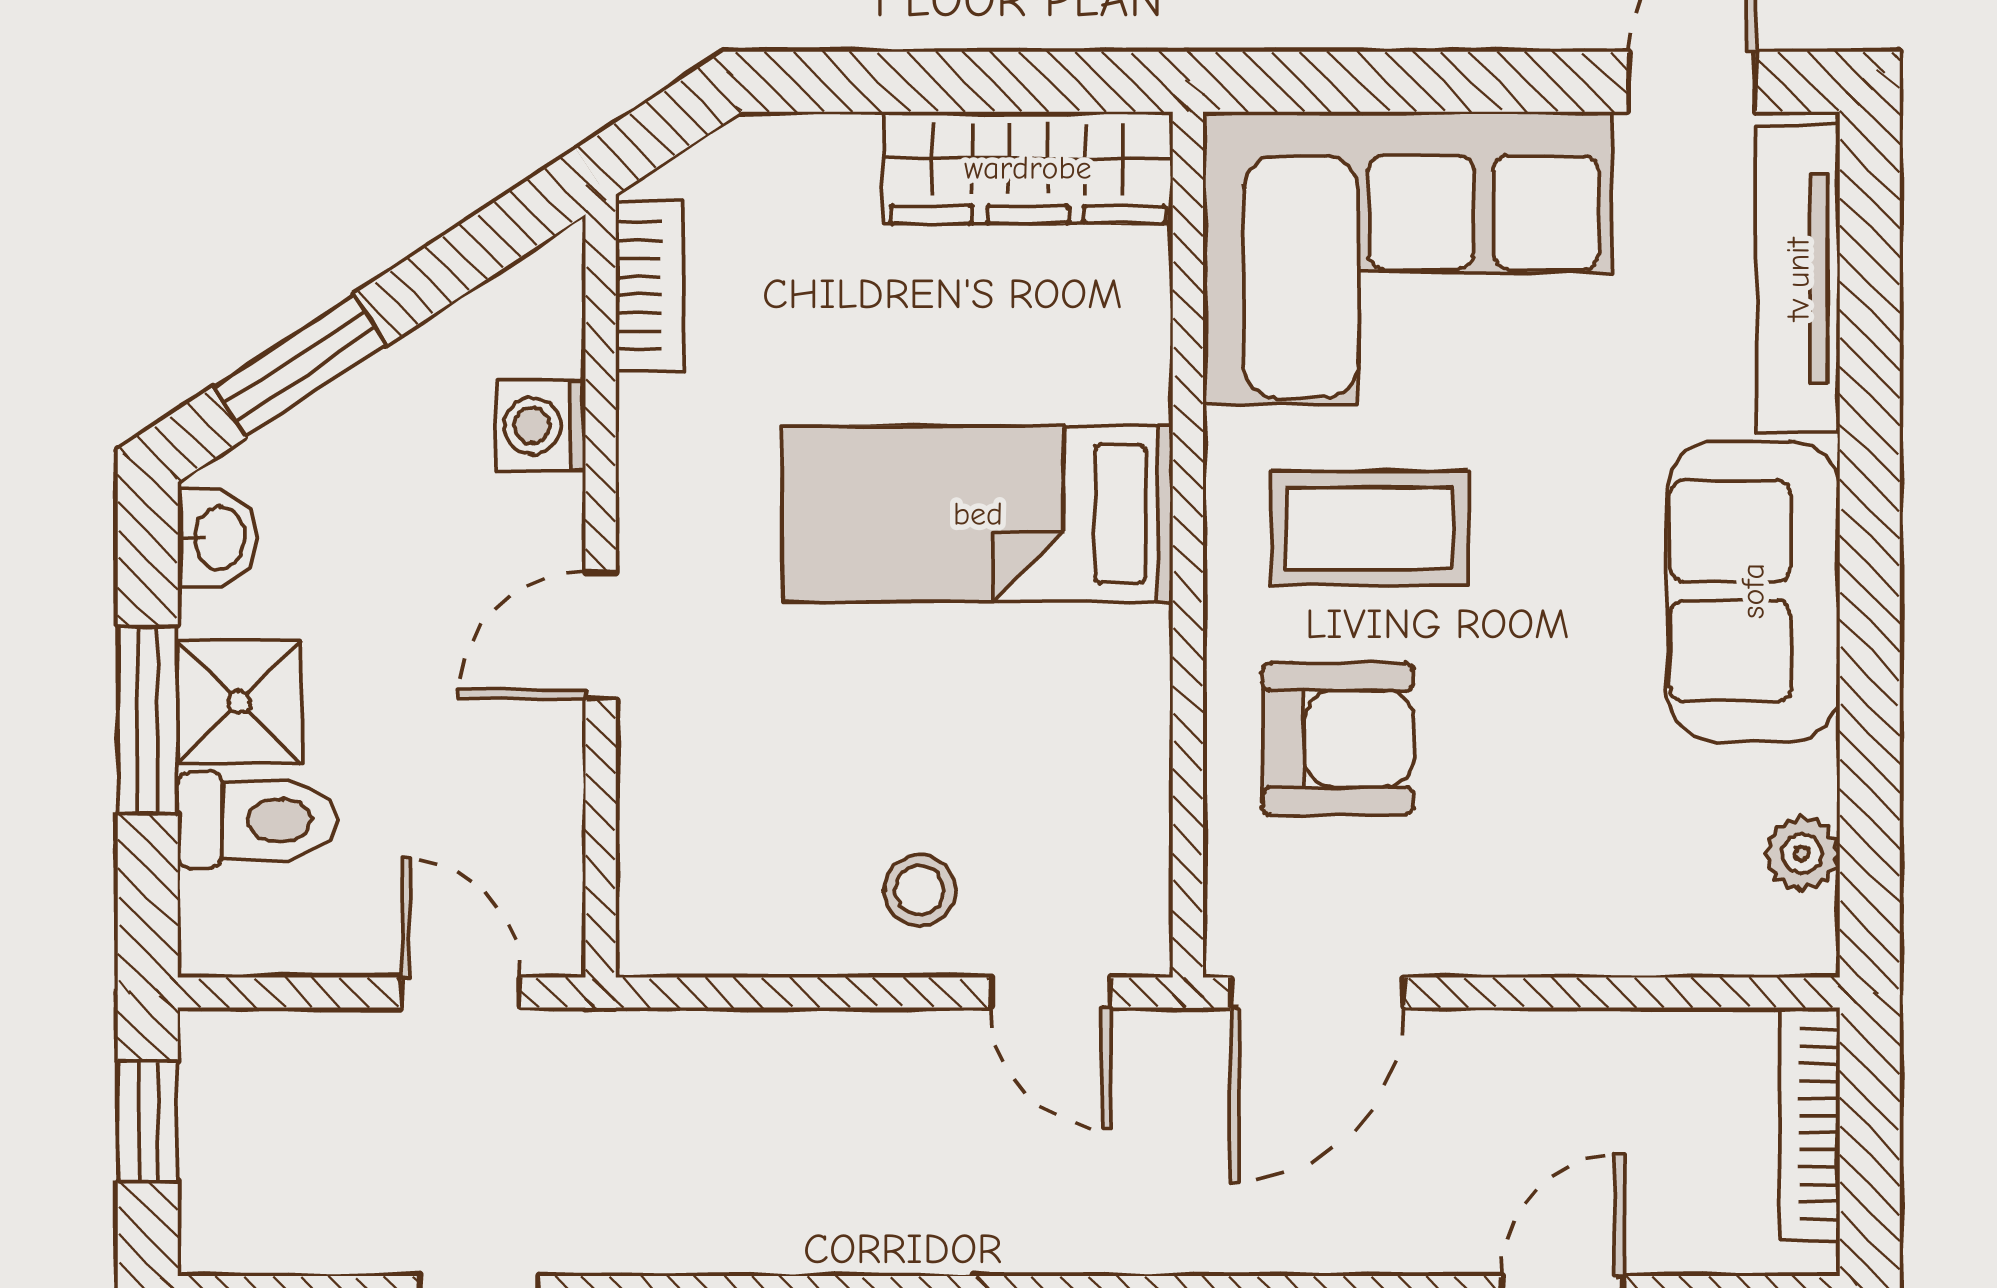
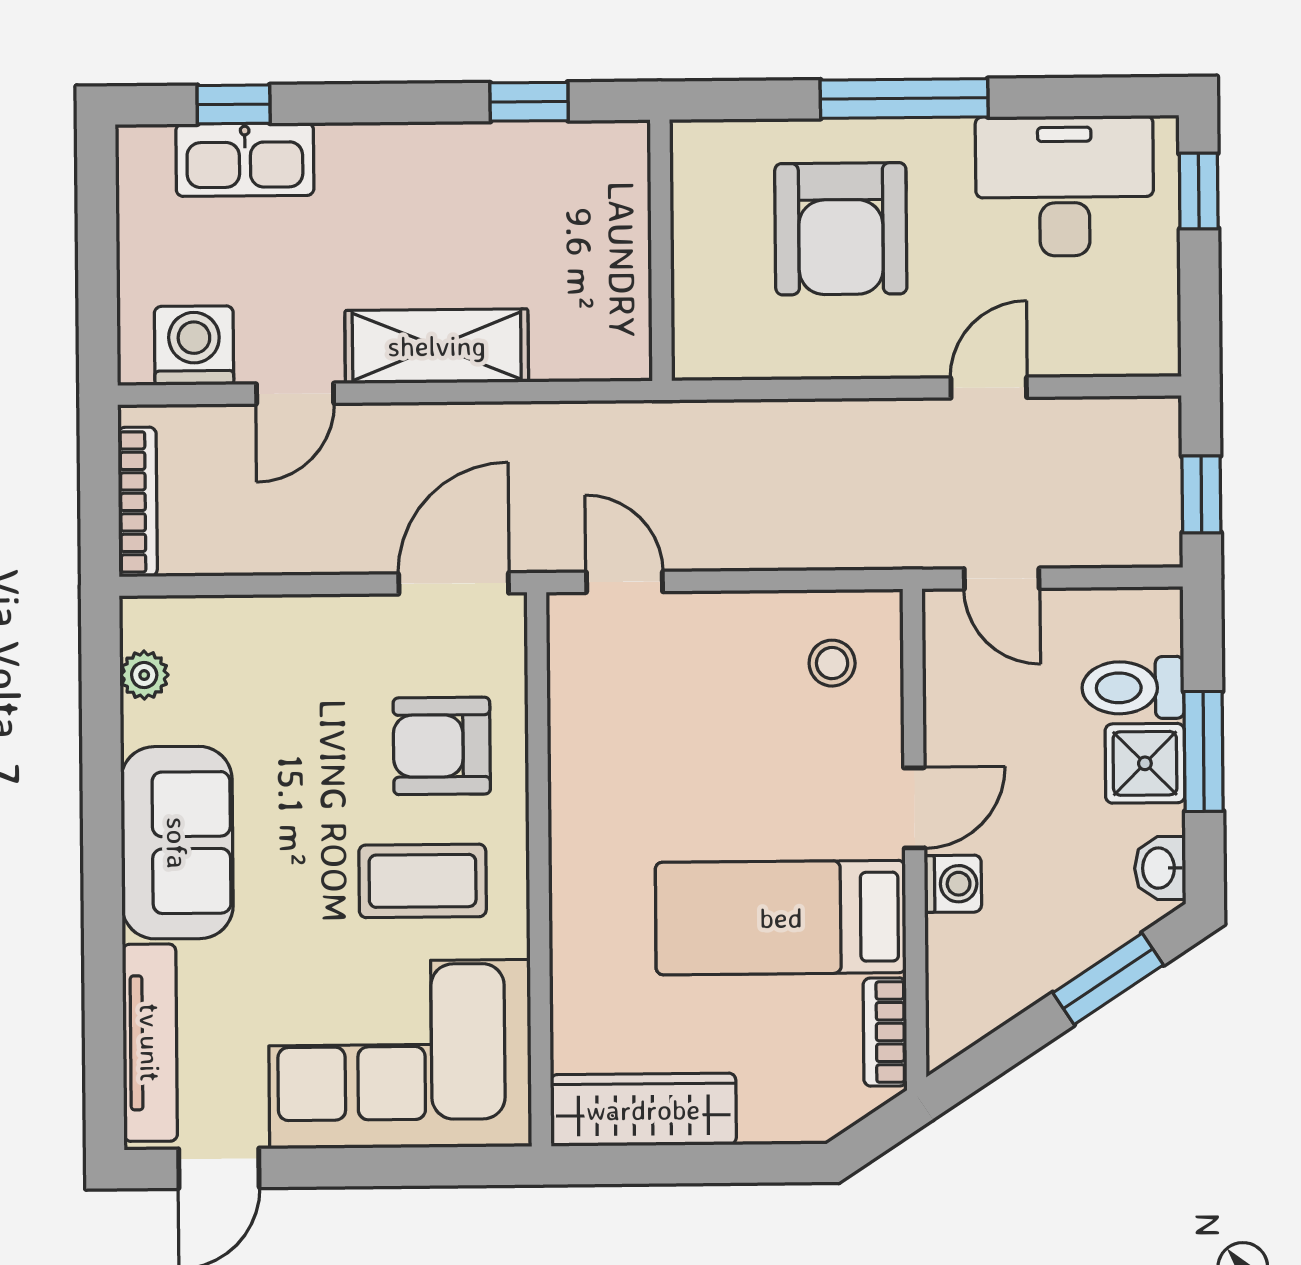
washing machine: (541, 425) -> (953, 884), moved
bed: (978, 514) -> (781, 918), moved, turned 180
stool: (919, 890) -> (832, 663), moved

